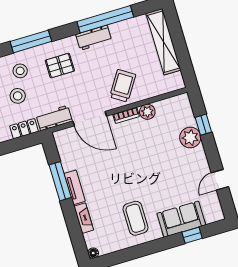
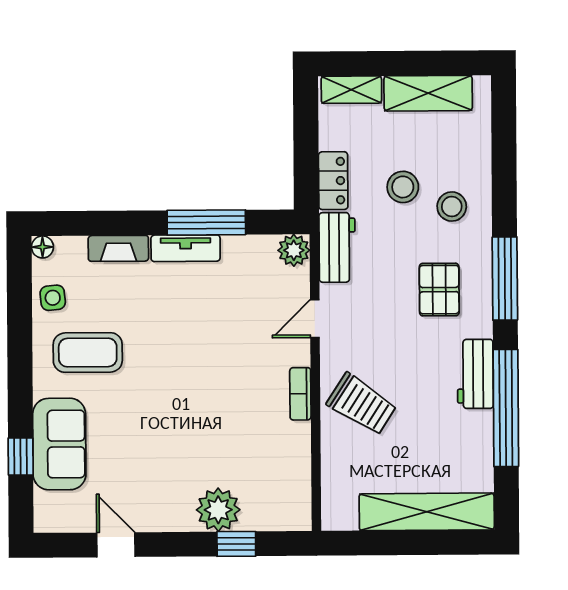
window: (31, 41) -> (505, 279), moved
plant: (147, 112) -> (294, 250), moved
door: (90, 119) -> (315, 319), width x0.53
side table: (115, 242) -> (53, 298), added

